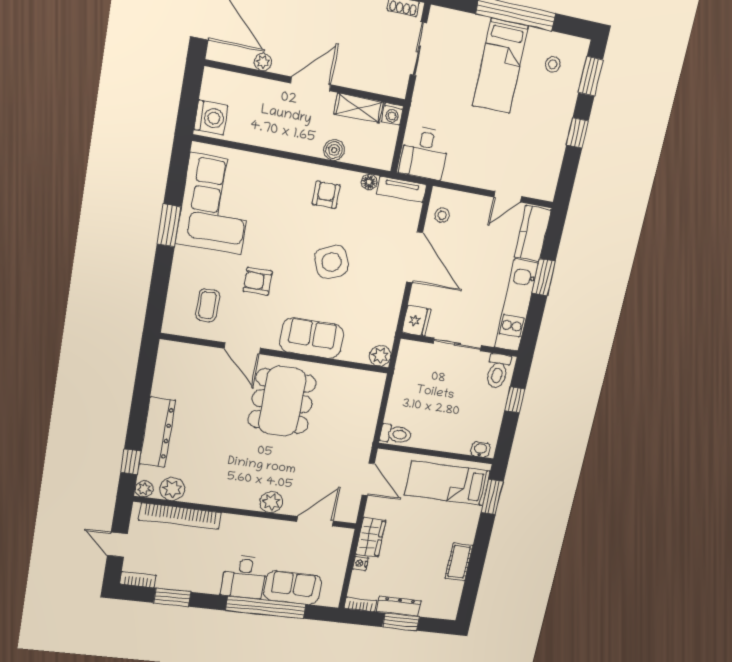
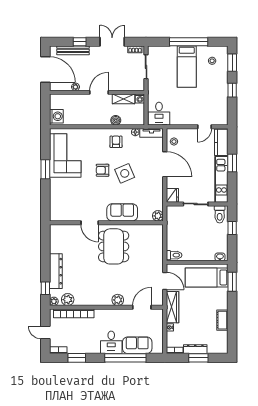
armchair: (258, 281) -> (103, 170), moved
coffee table: (208, 305) -> (69, 204), removed
wardrobe: (371, 537) -> (172, 307), width x1.50

